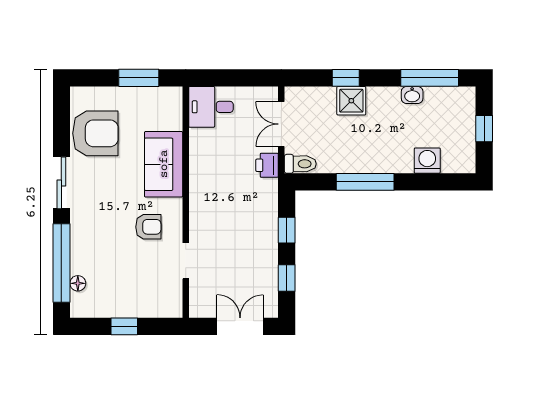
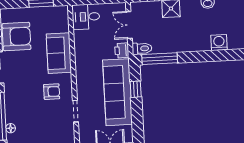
window: (365, 182) -> (160, 59), moved
sofa: (257, 233) -> (118, 92), added
window: (287, 278) -> (137, 118), removed

